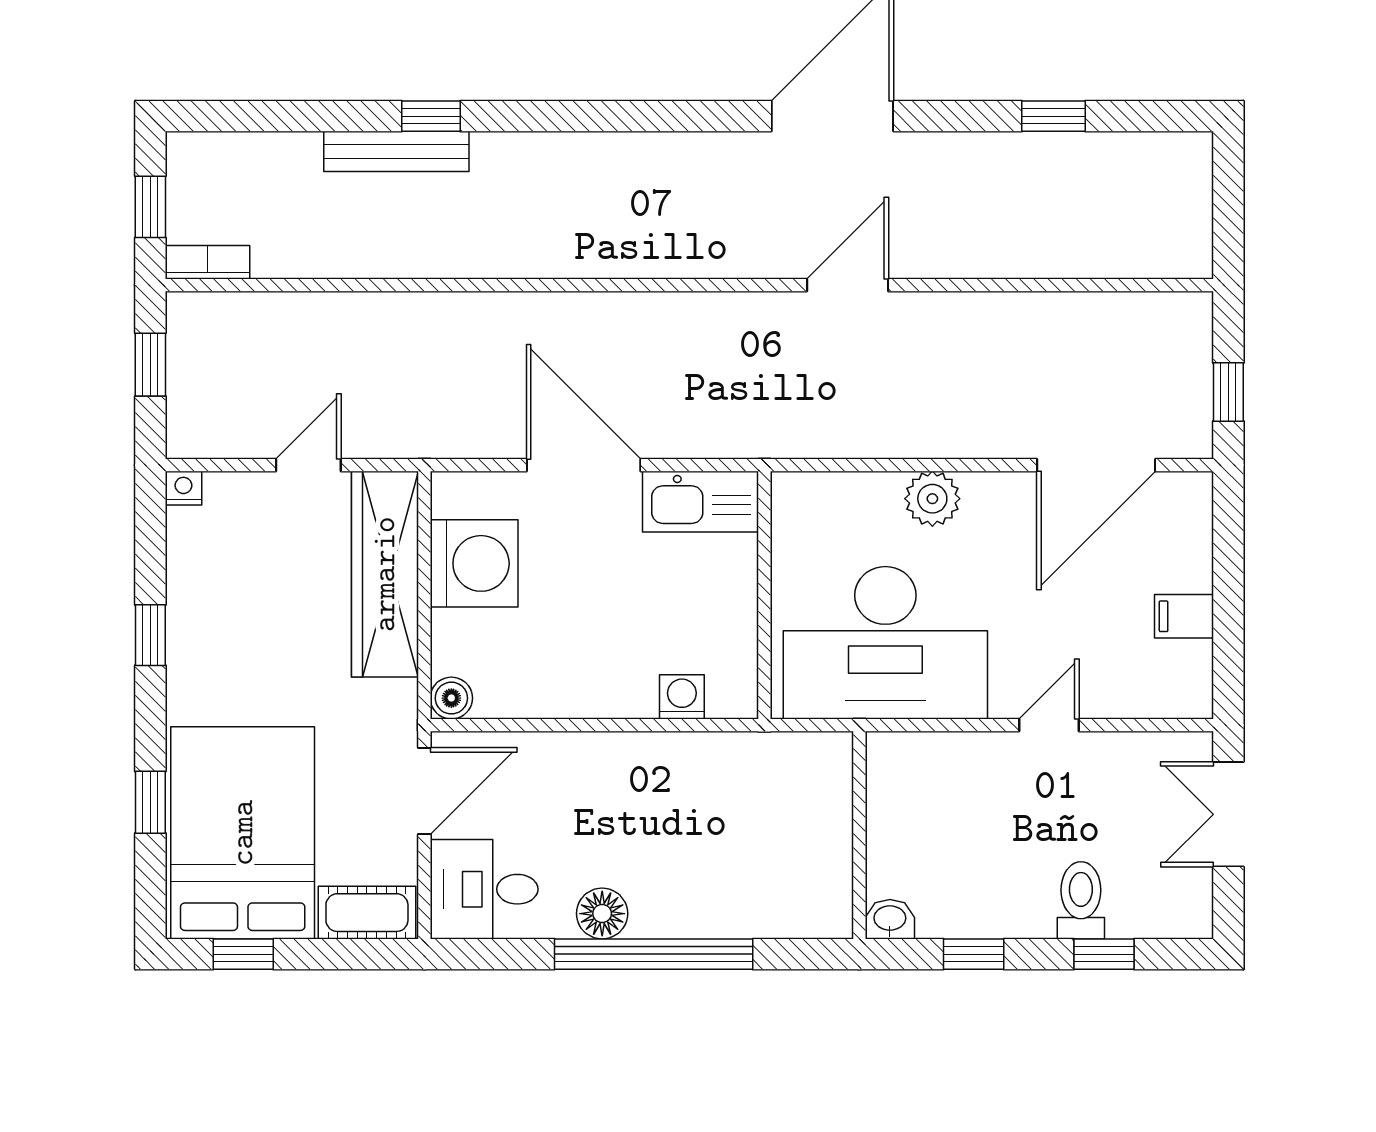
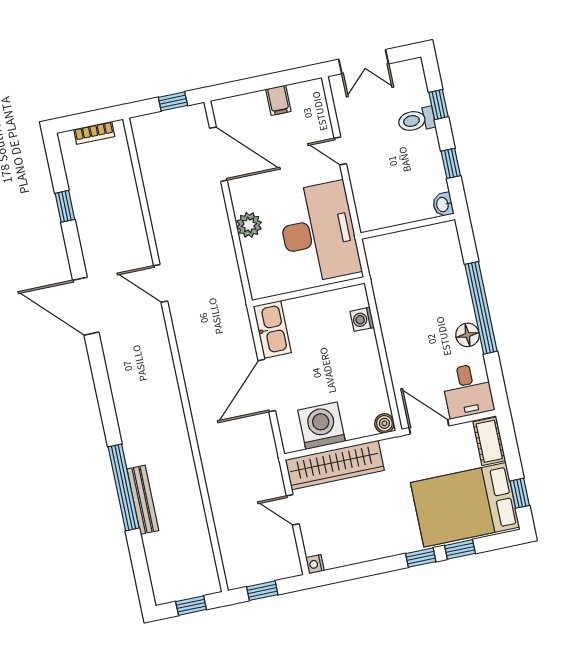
window: (431, 116) -> (124, 487), width x3.17
bookcase: (208, 262) -> (94, 133), moved, turned -90
window: (150, 635) -> (421, 558), moved

